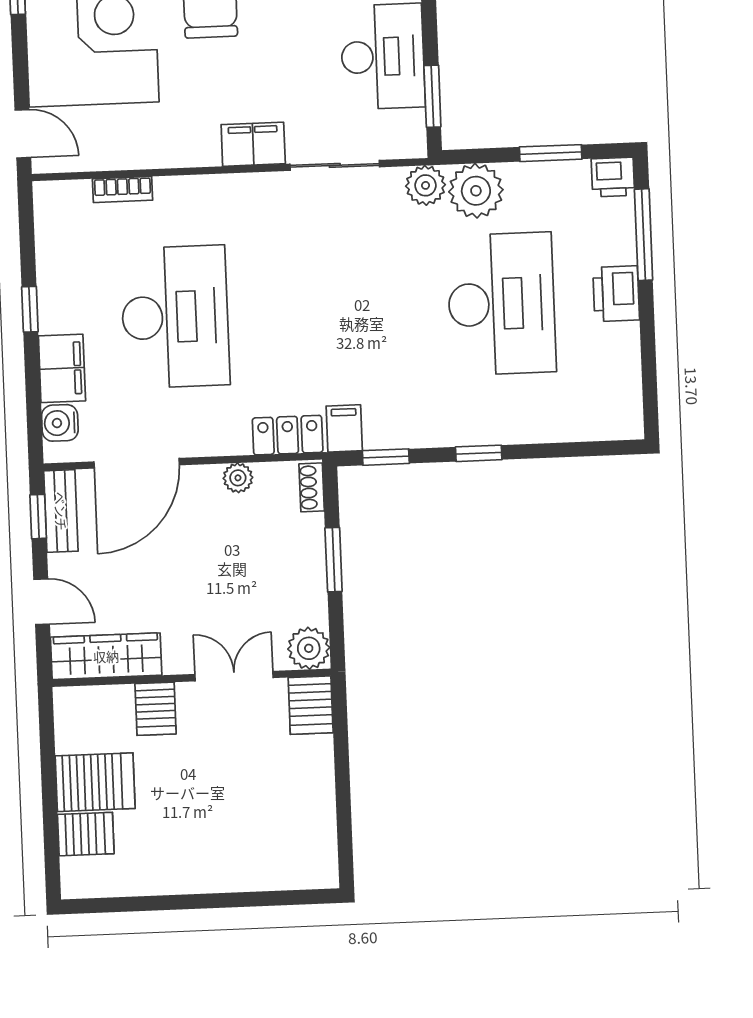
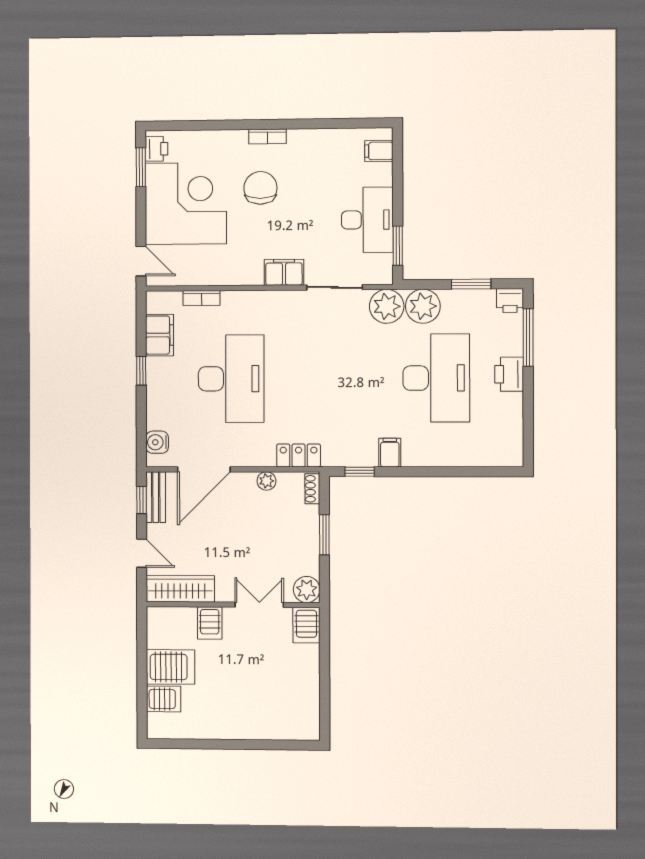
plant: (426, 185) -> (387, 306), width x1.36, depth x1.36
filing cabinet: (62, 368) -> (160, 335), moved
filing cabinet: (344, 428) -> (390, 453), moved
window: (479, 453) -> (418, 472), removed

